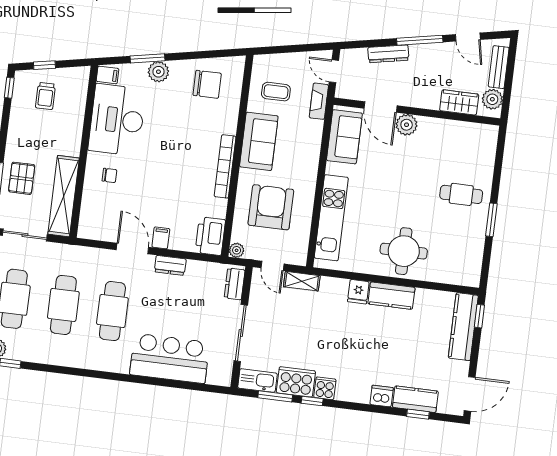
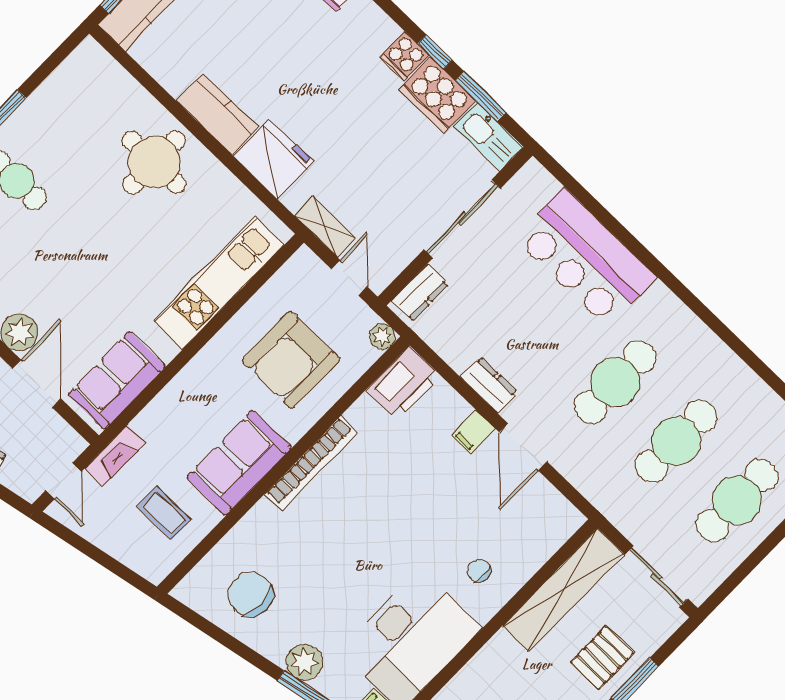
fridge: (358, 292) -> (273, 159), width x1.88, depth x1.34

